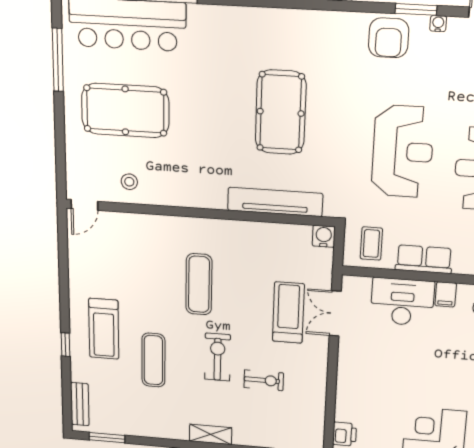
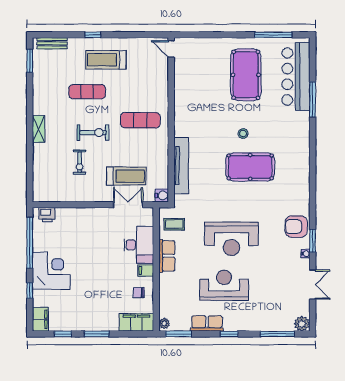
stool: (129, 182) -> (243, 134), moved
tv unit: (275, 202) -> (181, 165), moved
door: (84, 205) -> (171, 49), moved
wall: (199, 213) -> (171, 120), moved
water cooler: (324, 236) -> (162, 195), moved

